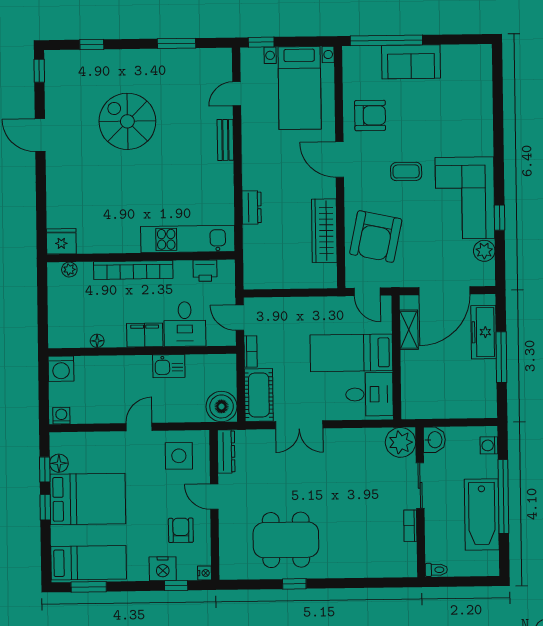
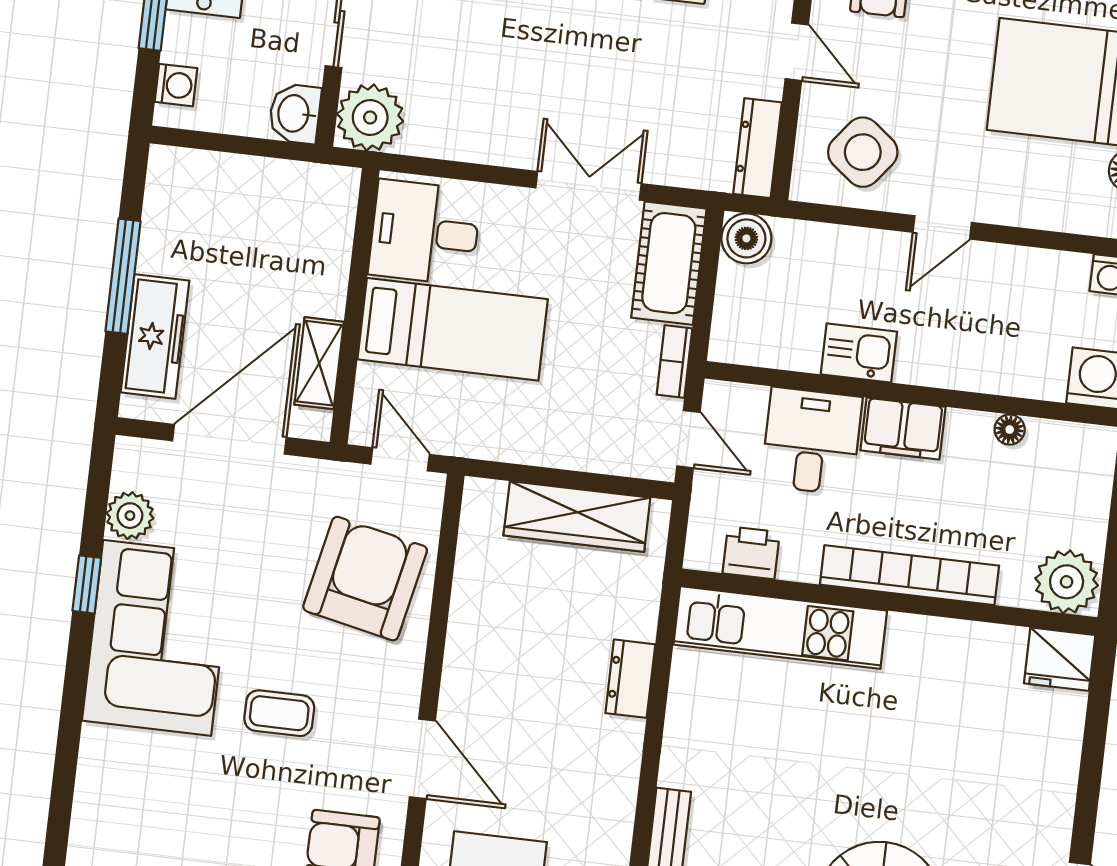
wardrobe: (324, 231) -> (577, 517), moved, turned 90
plant: (69, 270) -> (1067, 582), width x1.88, depth x1.88
boiler: (222, 406) -> (746, 238), width x0.73, depth x0.73
side table: (179, 456) -> (863, 152), turned 38

